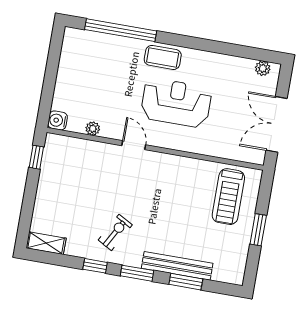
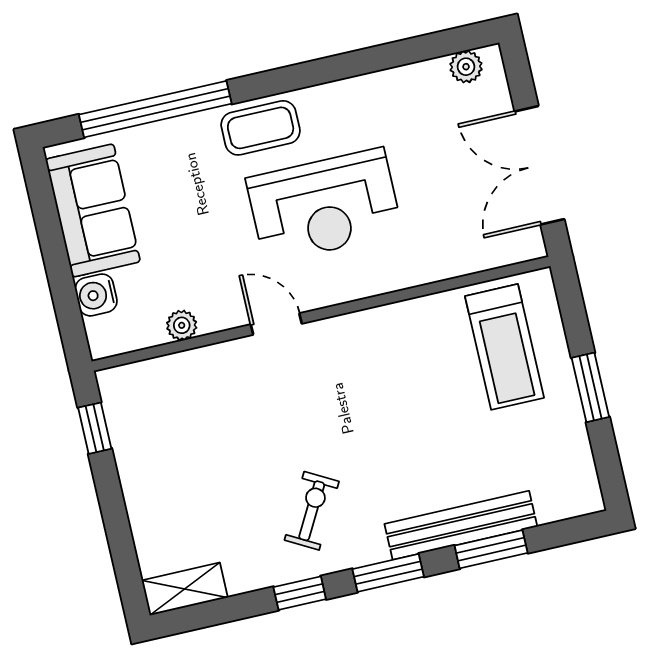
sofa: (75, 63) -> (93, 210), added
reception desk: (176, 103) -> (324, 206), turned 180
water cooler: (58, 120) -> (96, 295), moved

